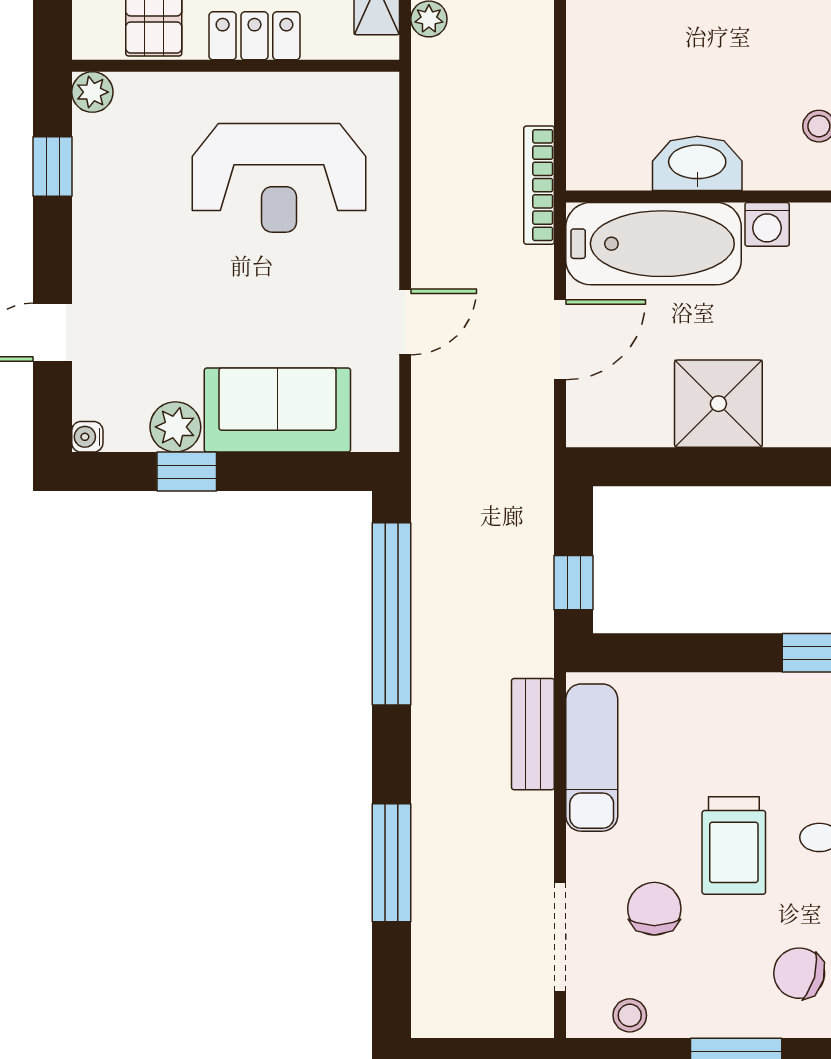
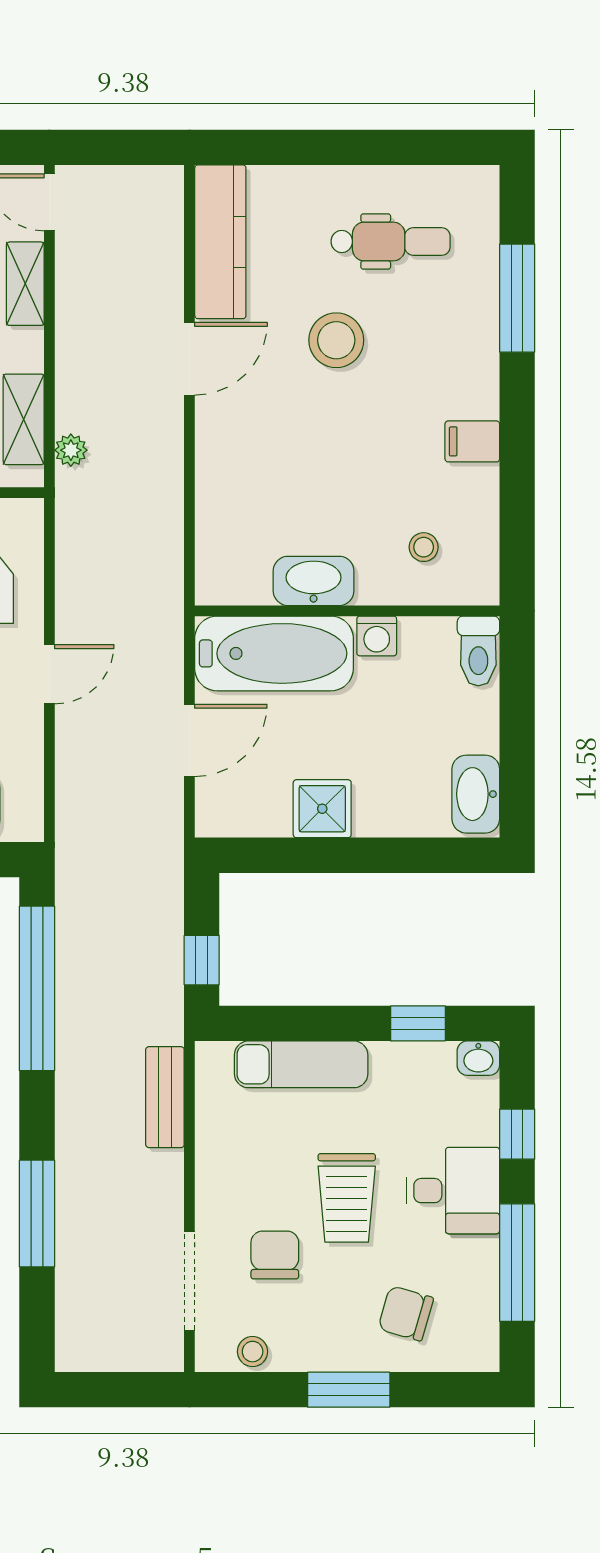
bookcase: (539, 185) -> (170, 600), removed
door: (405, 322) -> (49, 674), moved
shower: (718, 404) -> (322, 809), width x0.73, depth x0.73
exam couch: (592, 758) -> (301, 1064), moved, turned 90

